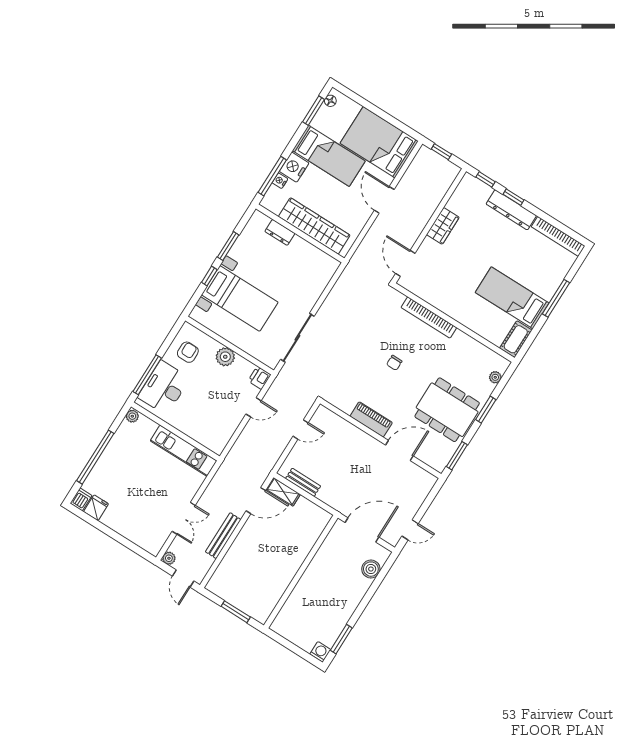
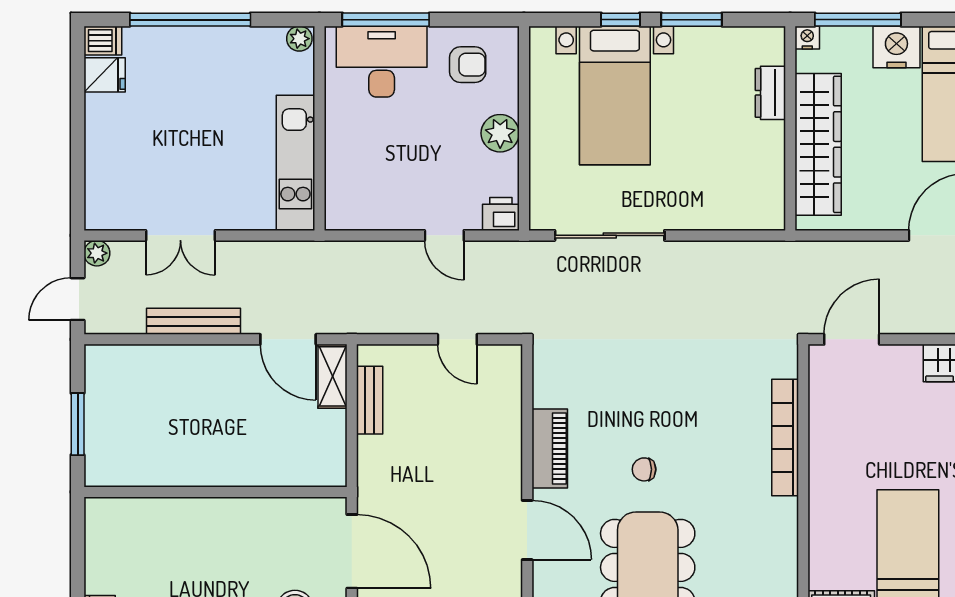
nightstand: (280, 181) -> (807, 38), moved
chair: (394, 363) -> (644, 469), moved

